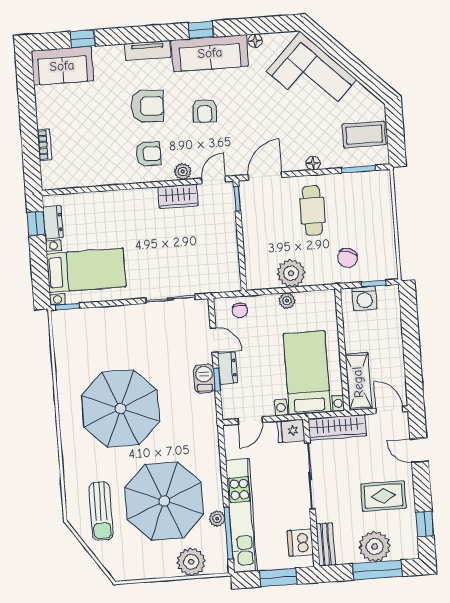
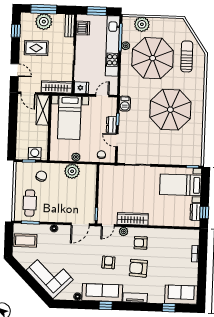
wardrobe: (178, 196) -> (133, 219), width x1.50
cafe table: (312, 210) -> (30, 203), moved
barbecue: (204, 379) -> (125, 104), moved

